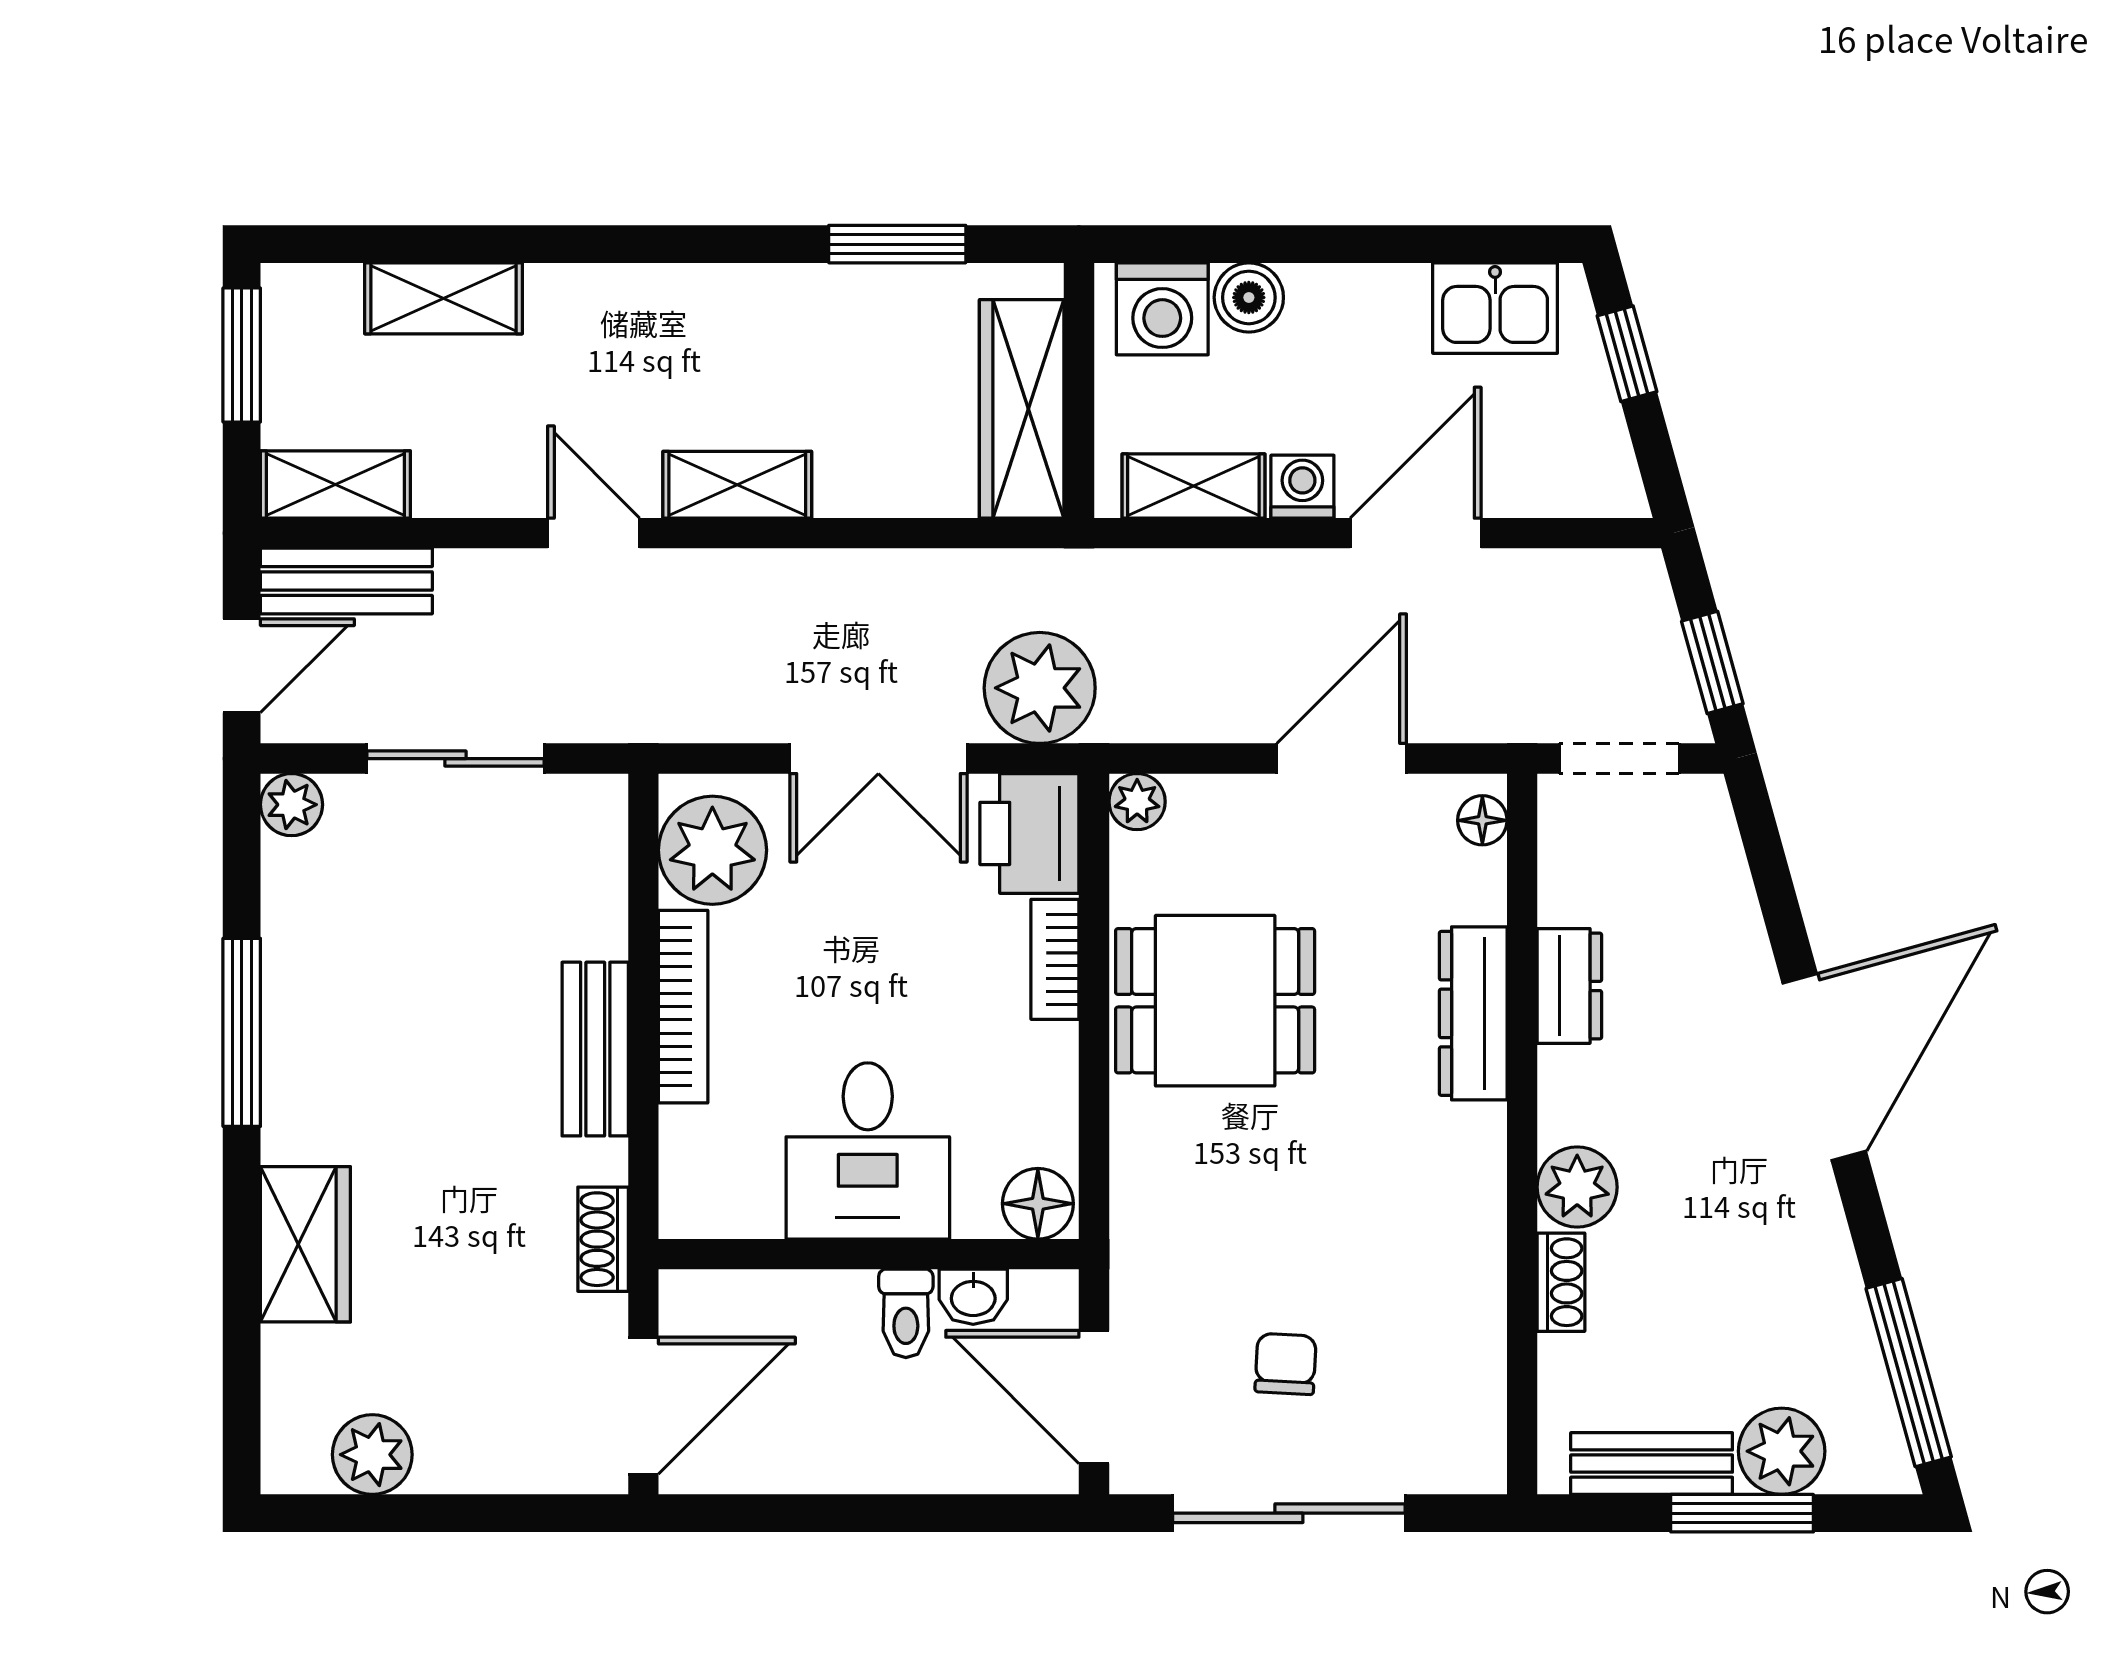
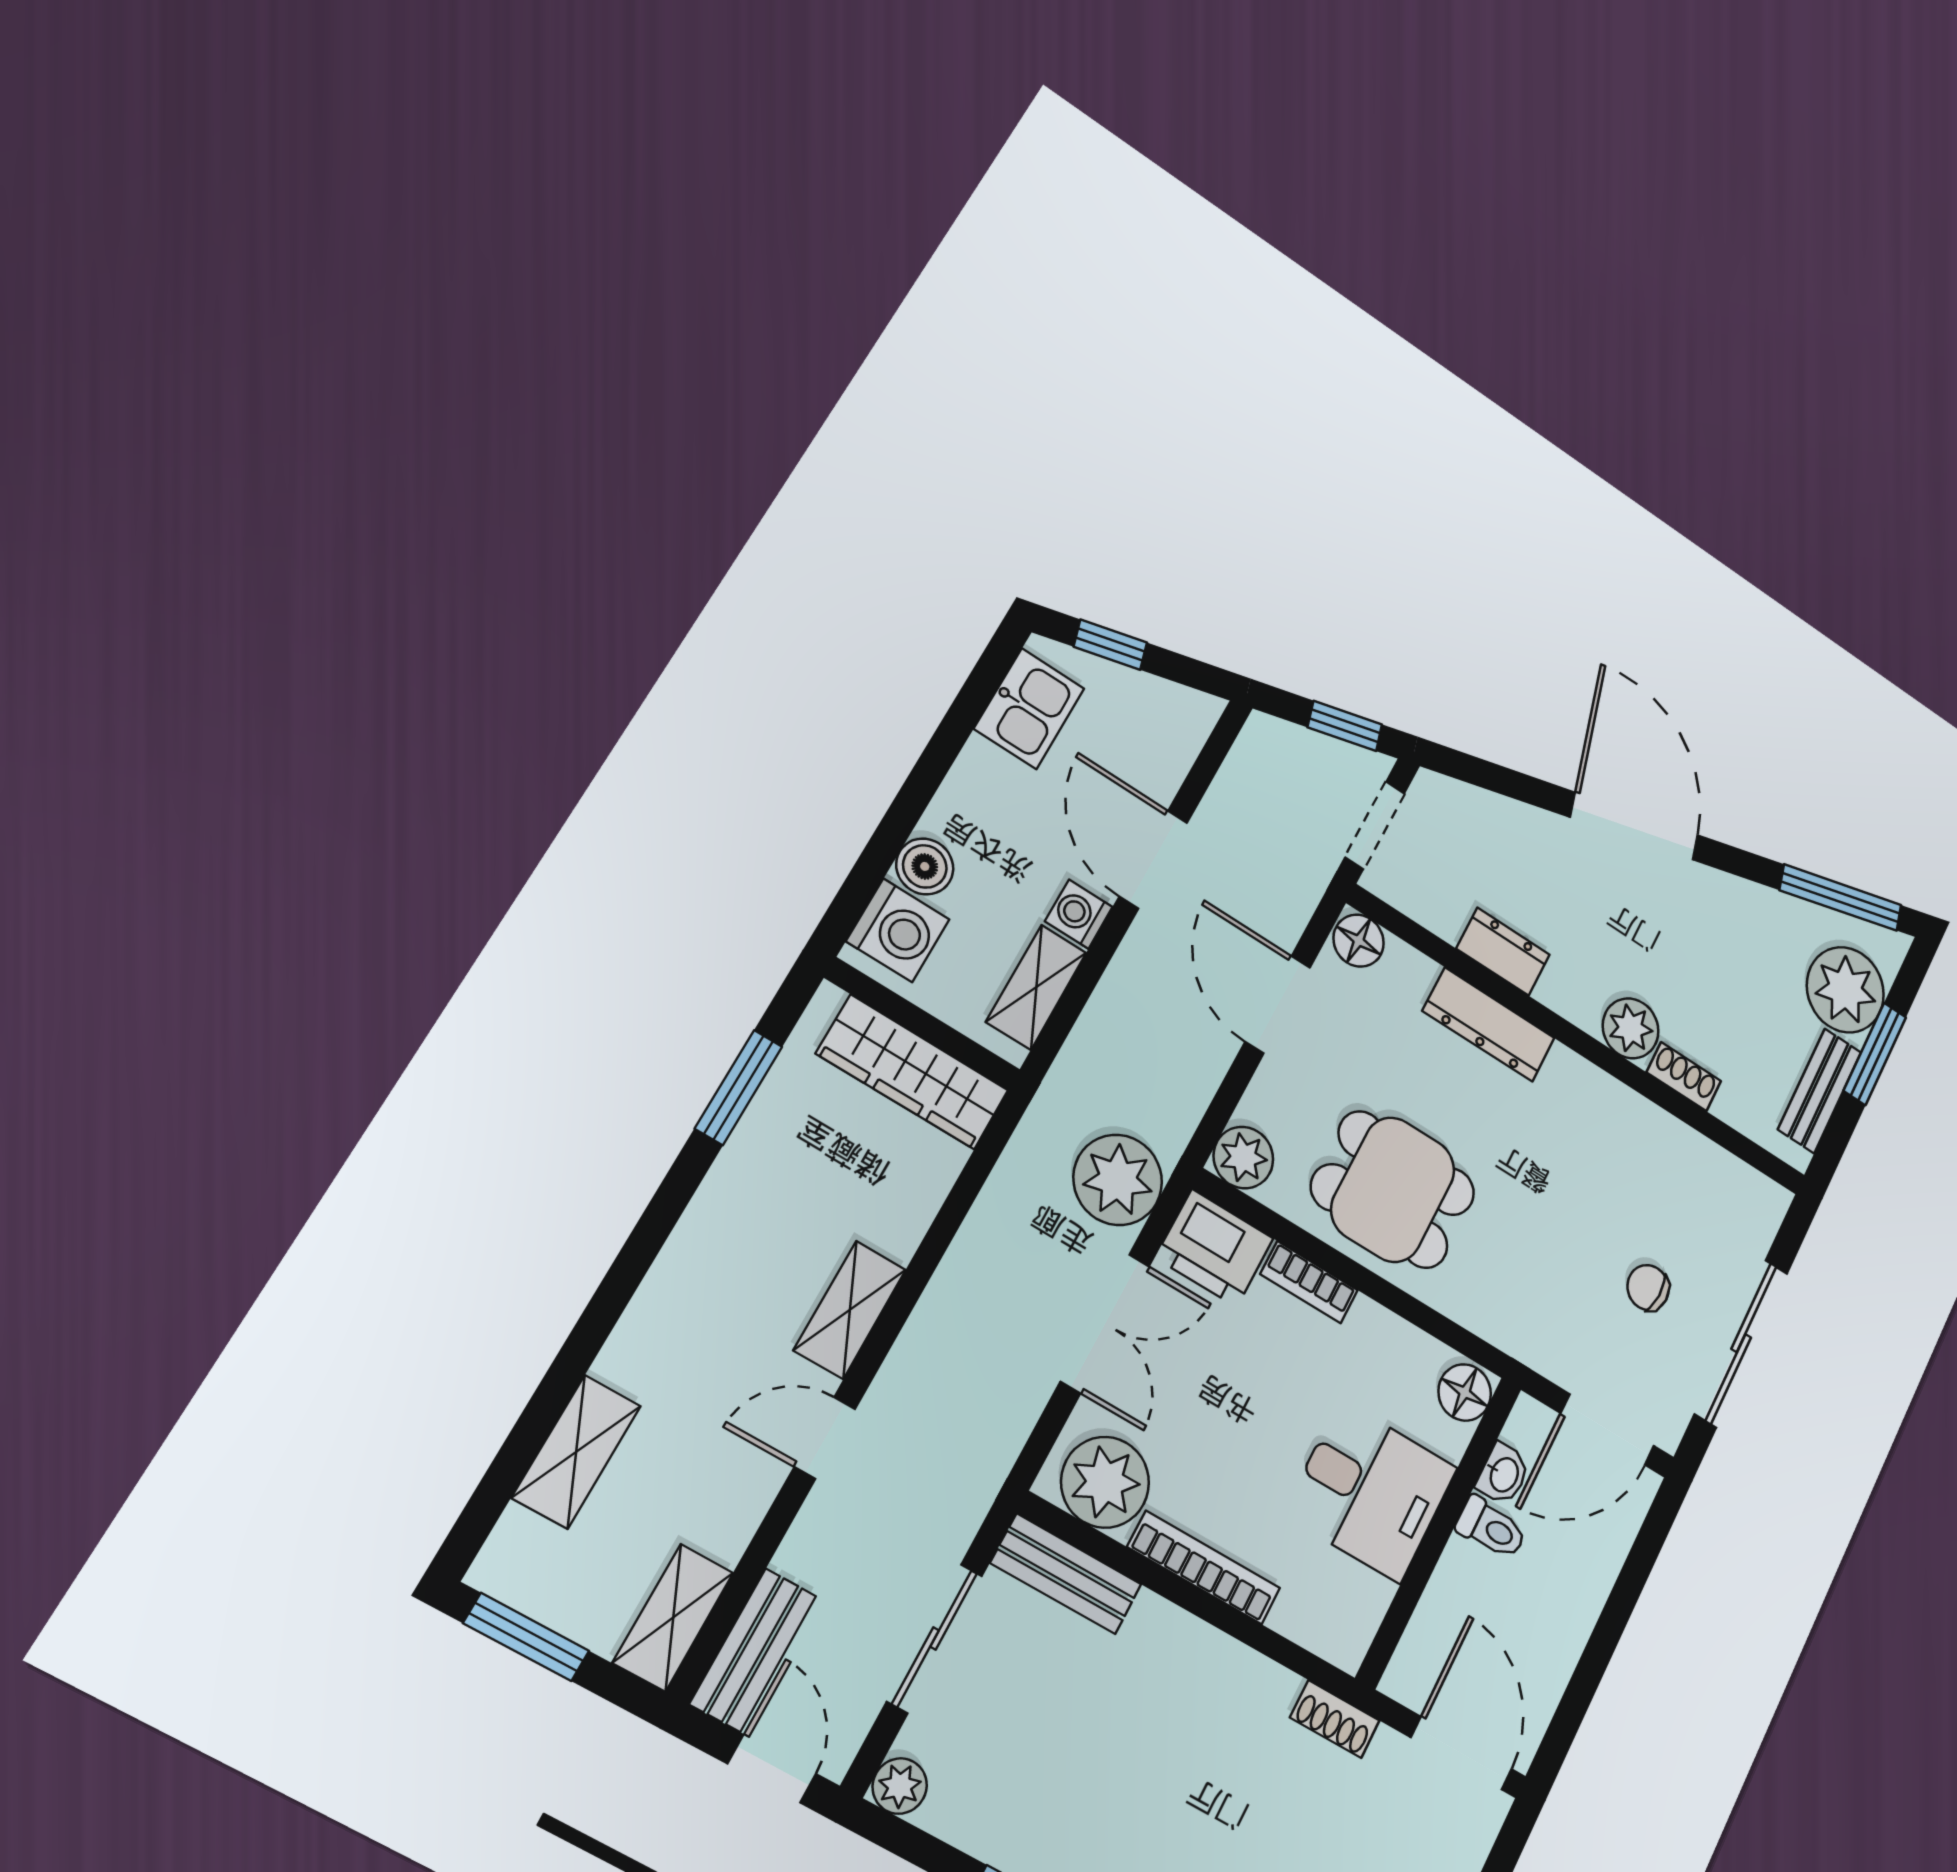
plant: (1137, 802) -> (1243, 1158), width x1.38, depth x1.38
floor lamp: (1482, 820) -> (1359, 941), width x1.37, depth x1.37
dining table: (1215, 1001) -> (1393, 1190), turned 90
bench: (595, 1049) -> (1066, 1574), moved
plant: (1782, 1451) -> (1845, 990), width x1.36, depth x1.36

